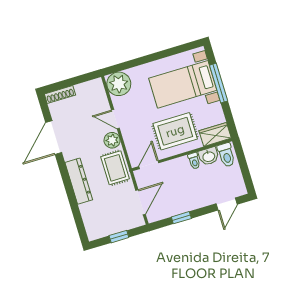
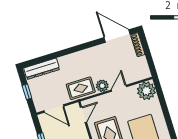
door: (54, 138) -> (117, 36), moved
door: (149, 165) -> (83, 115), hinge flipped
dresser: (79, 181) -> (42, 69), moved

